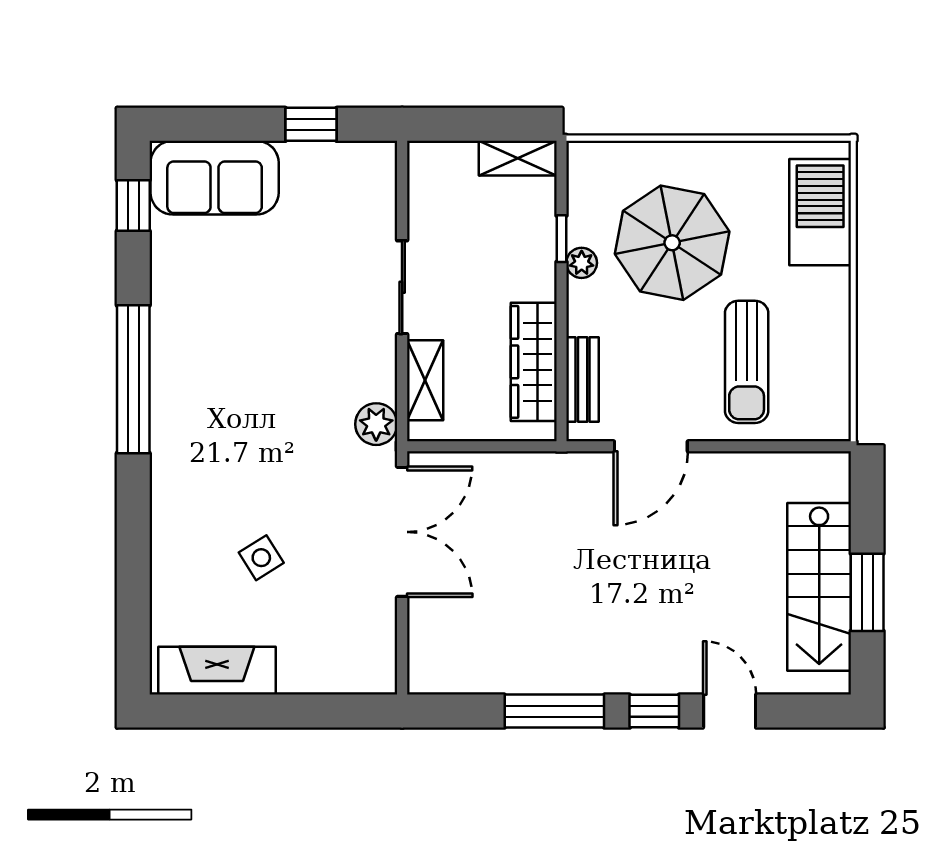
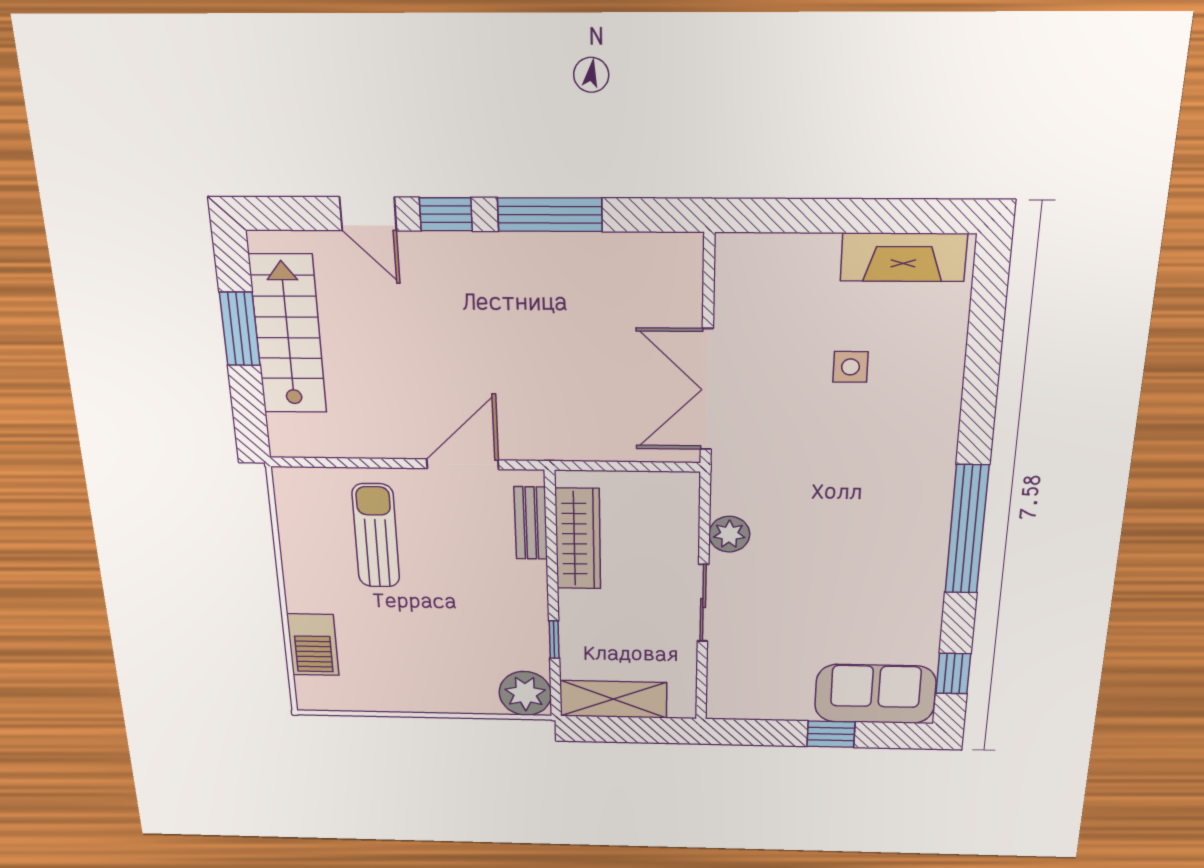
window: (311, 124) -> (831, 734), moved
shelving: (518, 158) -> (613, 699), width x1.50, depth x1.33
barbecue: (820, 212) -> (313, 645), width x0.73, depth x0.83
parasol: (672, 243) -> (452, 634), removed
plant: (582, 263) -> (525, 693), moved, width x1.88, depth x1.88
shelving: (425, 380) -> (682, 525), removed
plant: (376, 424) -> (729, 534), moved
side table: (261, 558) -> (850, 367), turned 32

